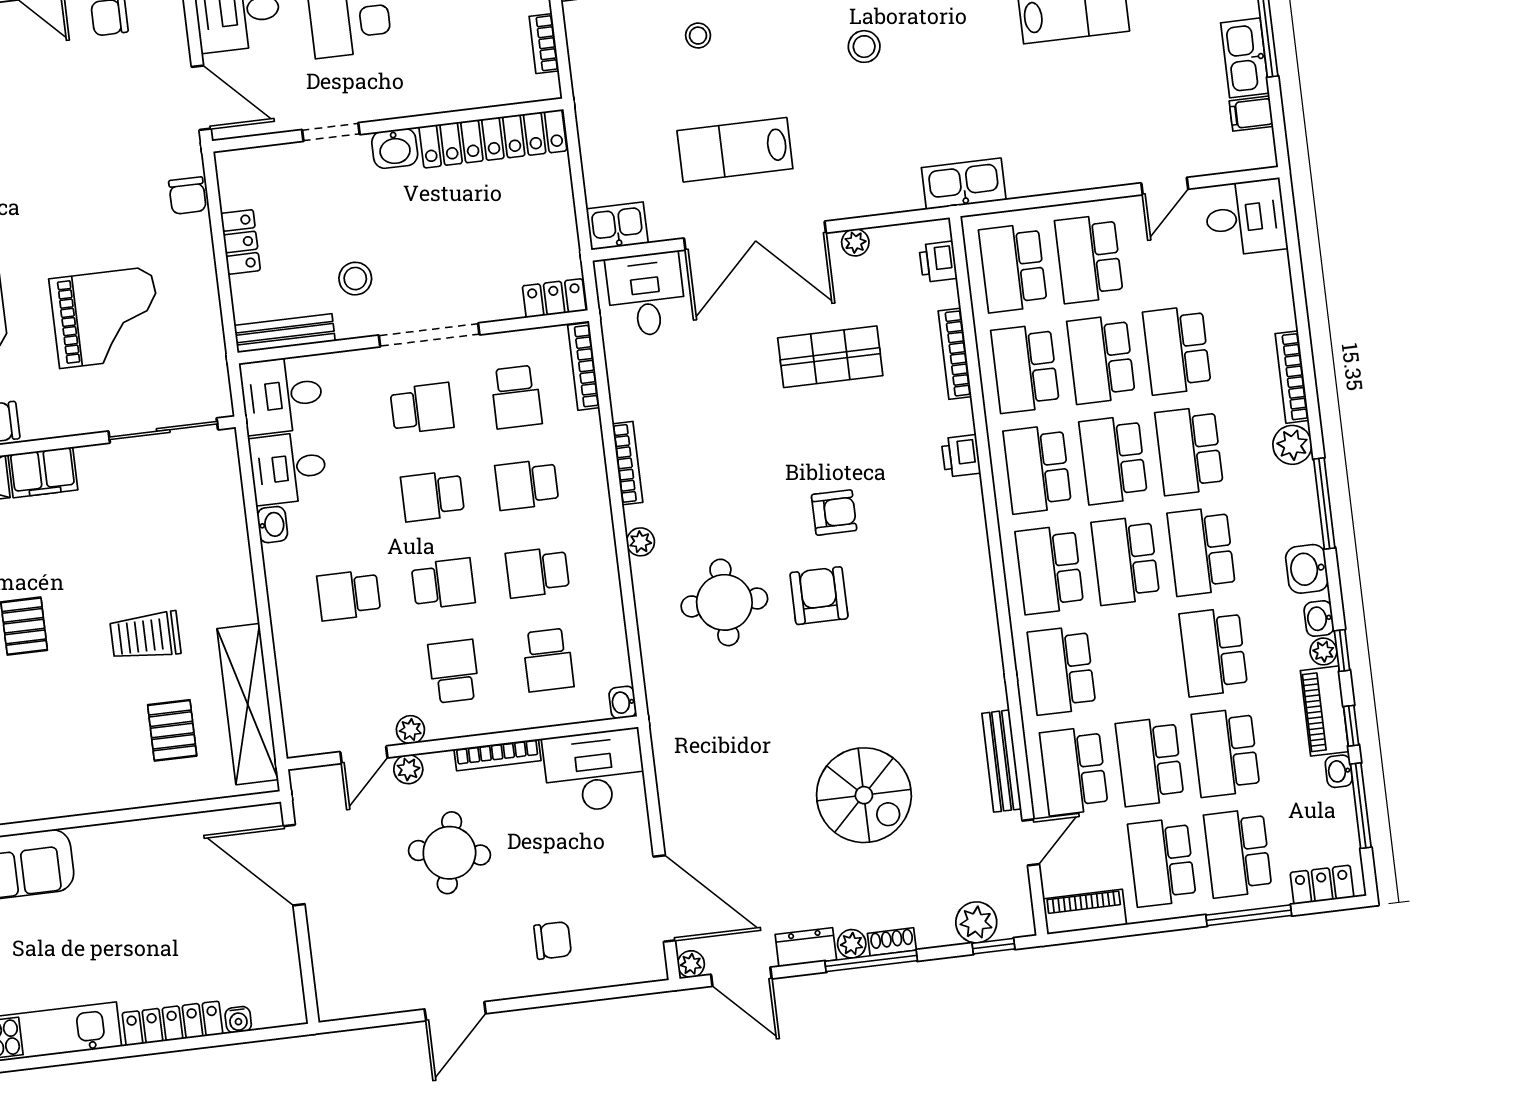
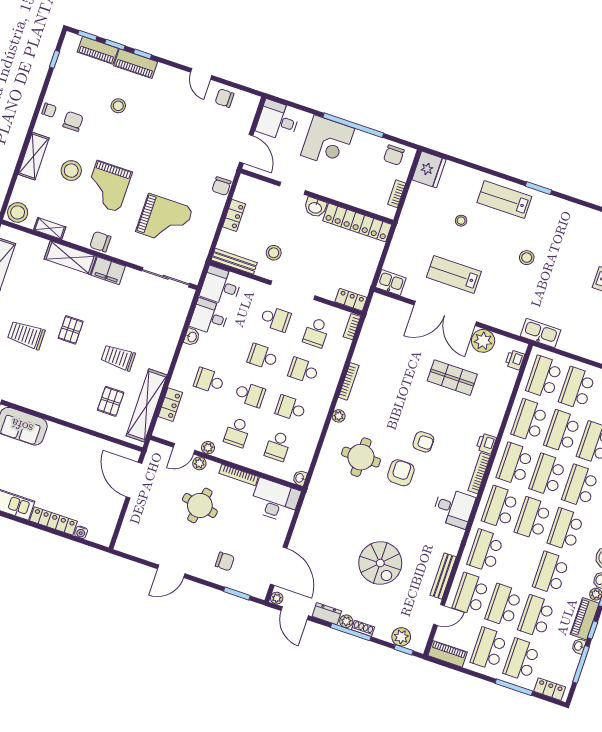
plant: (855, 242) -> (483, 341), width x1.87, depth x1.87
desk: (646, 294) -> (454, 508), moved, turned 90
bookcase: (955, 354) -> (479, 473), moved
bookcase: (584, 366) -> (352, 327), width x0.64
school desk: (454, 671) -> (237, 432), turned 180
locker: (294, 680) -> (170, 405), added
window: (607, 993) -> (237, 594), added

